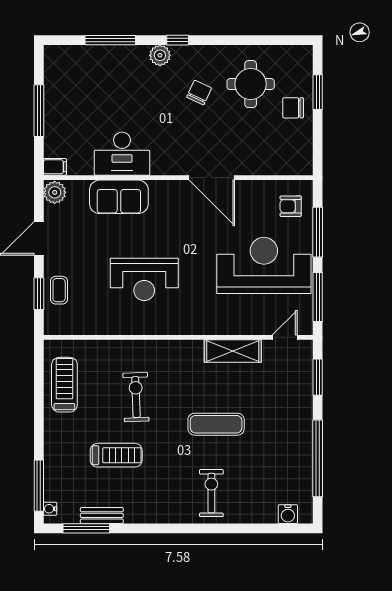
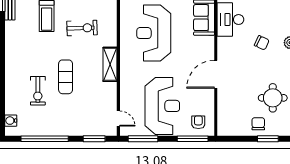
chair: (199, 93) -> (262, 43), moved
window: (318, 232) -> (193, 139), moved
reception desk: (144, 279) -> (154, 33), width x1.36, depth x1.30
shelving: (233, 351) -> (110, 64), moved
exercise bike: (211, 493) -> (38, 91), moved, turned 90

